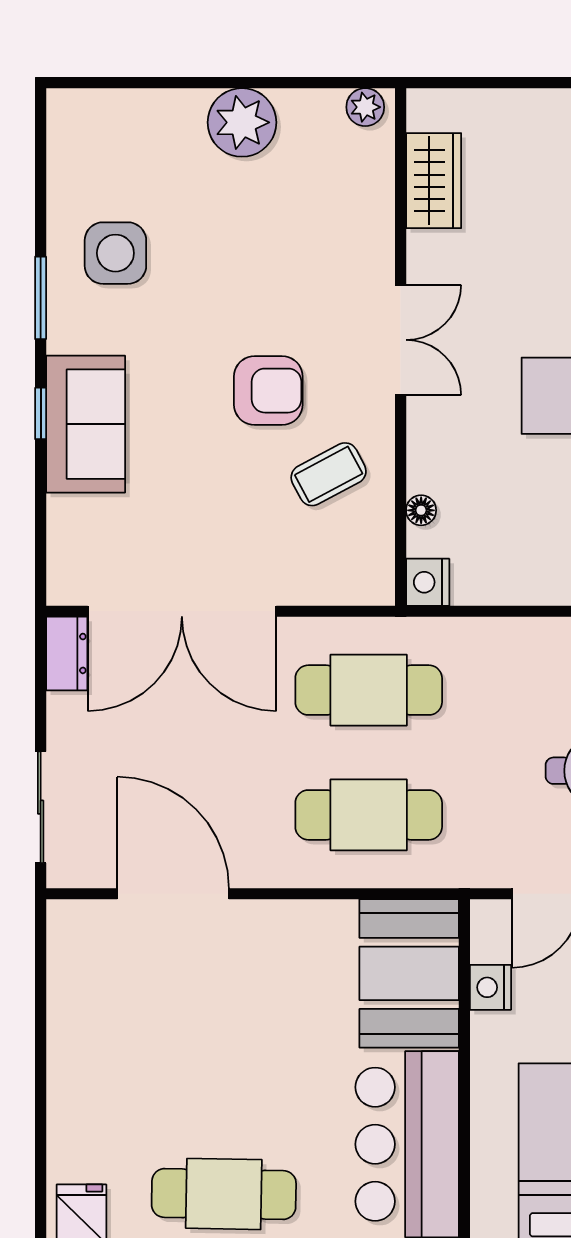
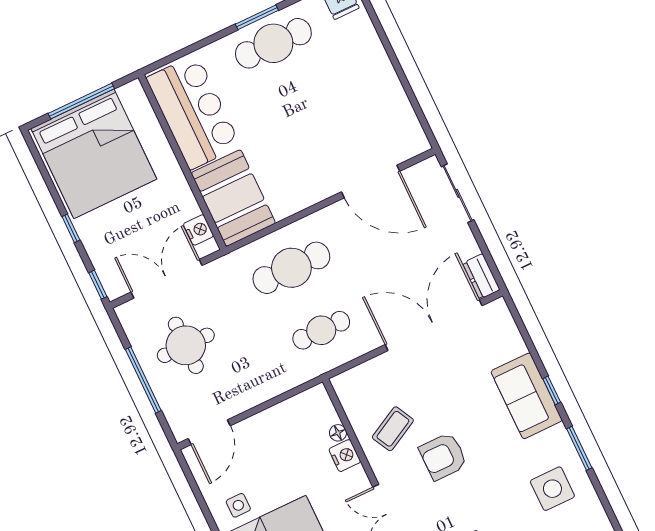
nightstand: (428, 582) -> (345, 456), moved
cafe table: (369, 690) -> (321, 330), width x0.73, depth x0.74
nightstand: (490, 987) -> (198, 230), moved

